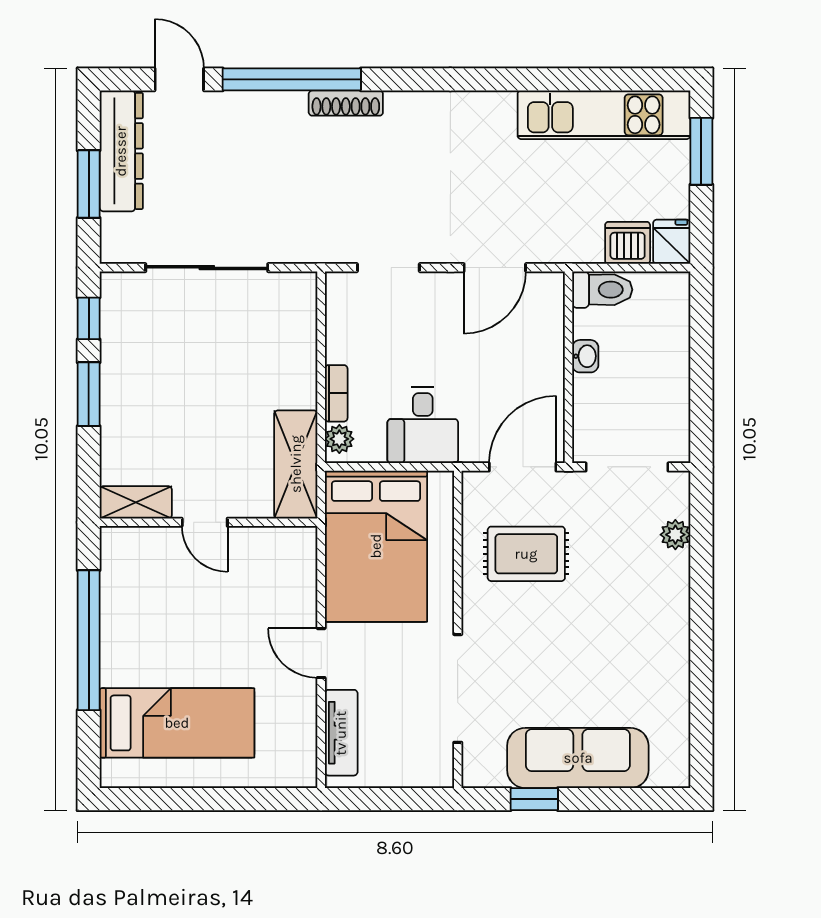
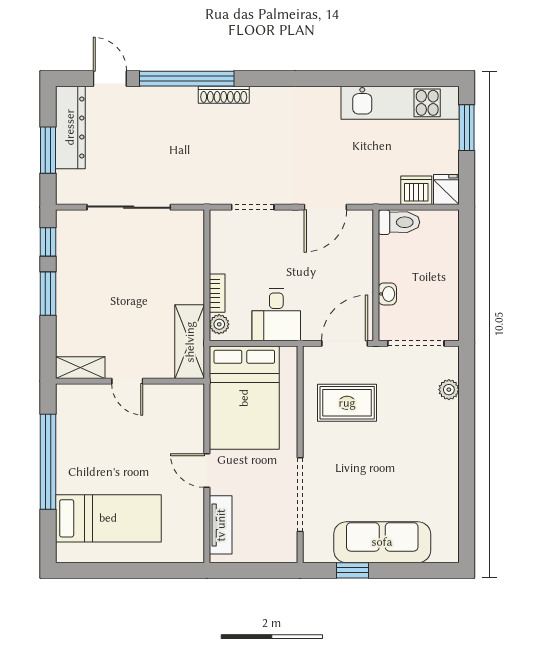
washbasin: (585, 356) -> (387, 294), moved

